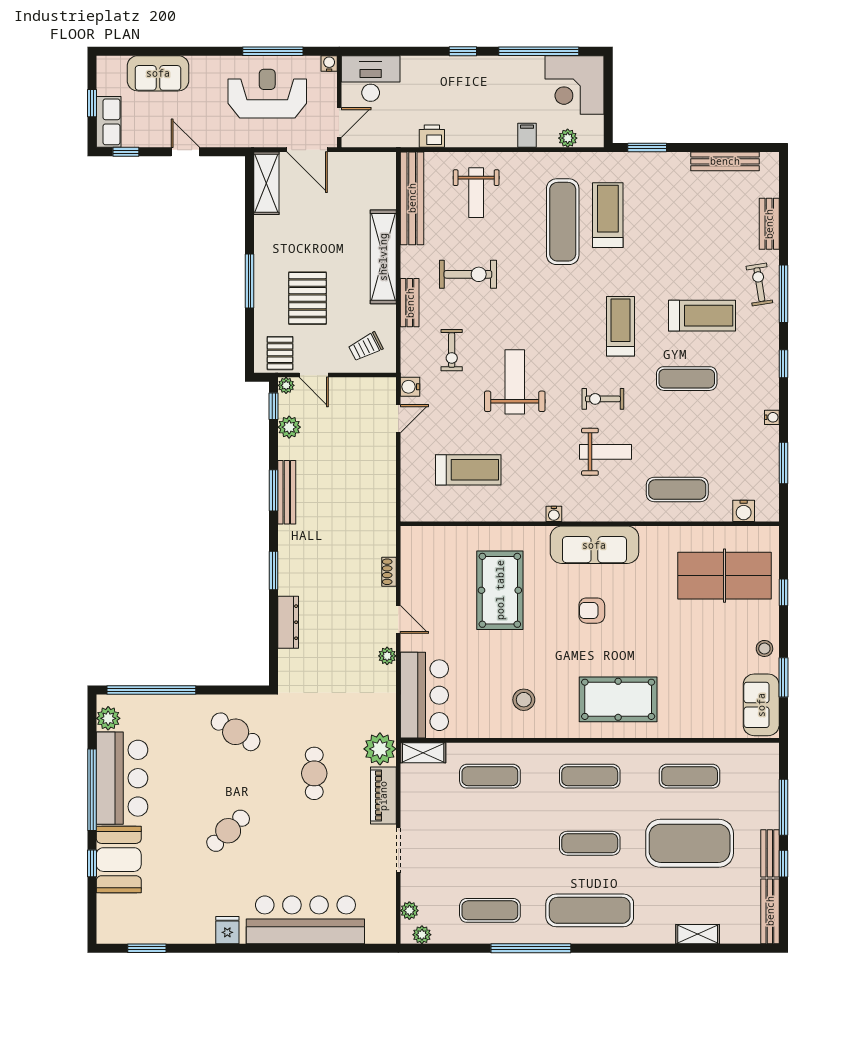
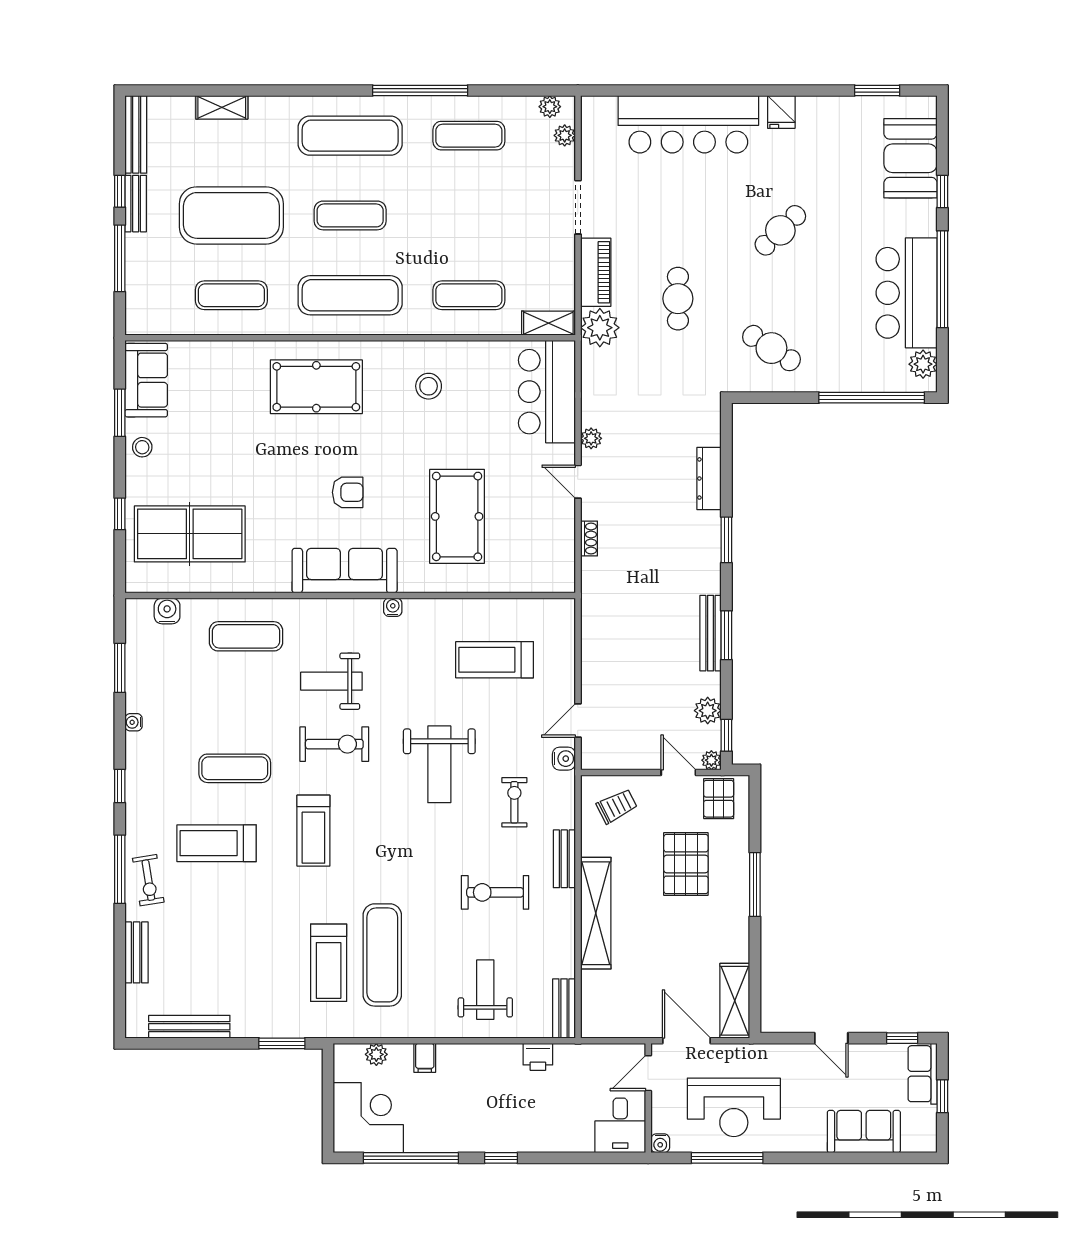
desk: (371, 79) -> (620, 1125), width x0.73
bench: (412, 198) -> (564, 1008), width x0.54, depth x0.82
exercise bike: (603, 399) -> (334, 744), width x1.38, depth x1.39
exercise mat: (590, 776) -> (350, 295), width x1.36, depth x1.45
booth: (119, 860) -> (911, 158), moved

